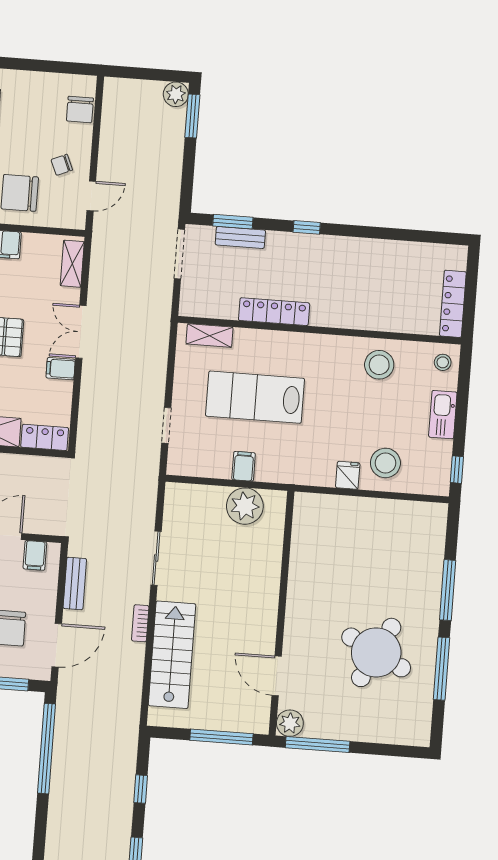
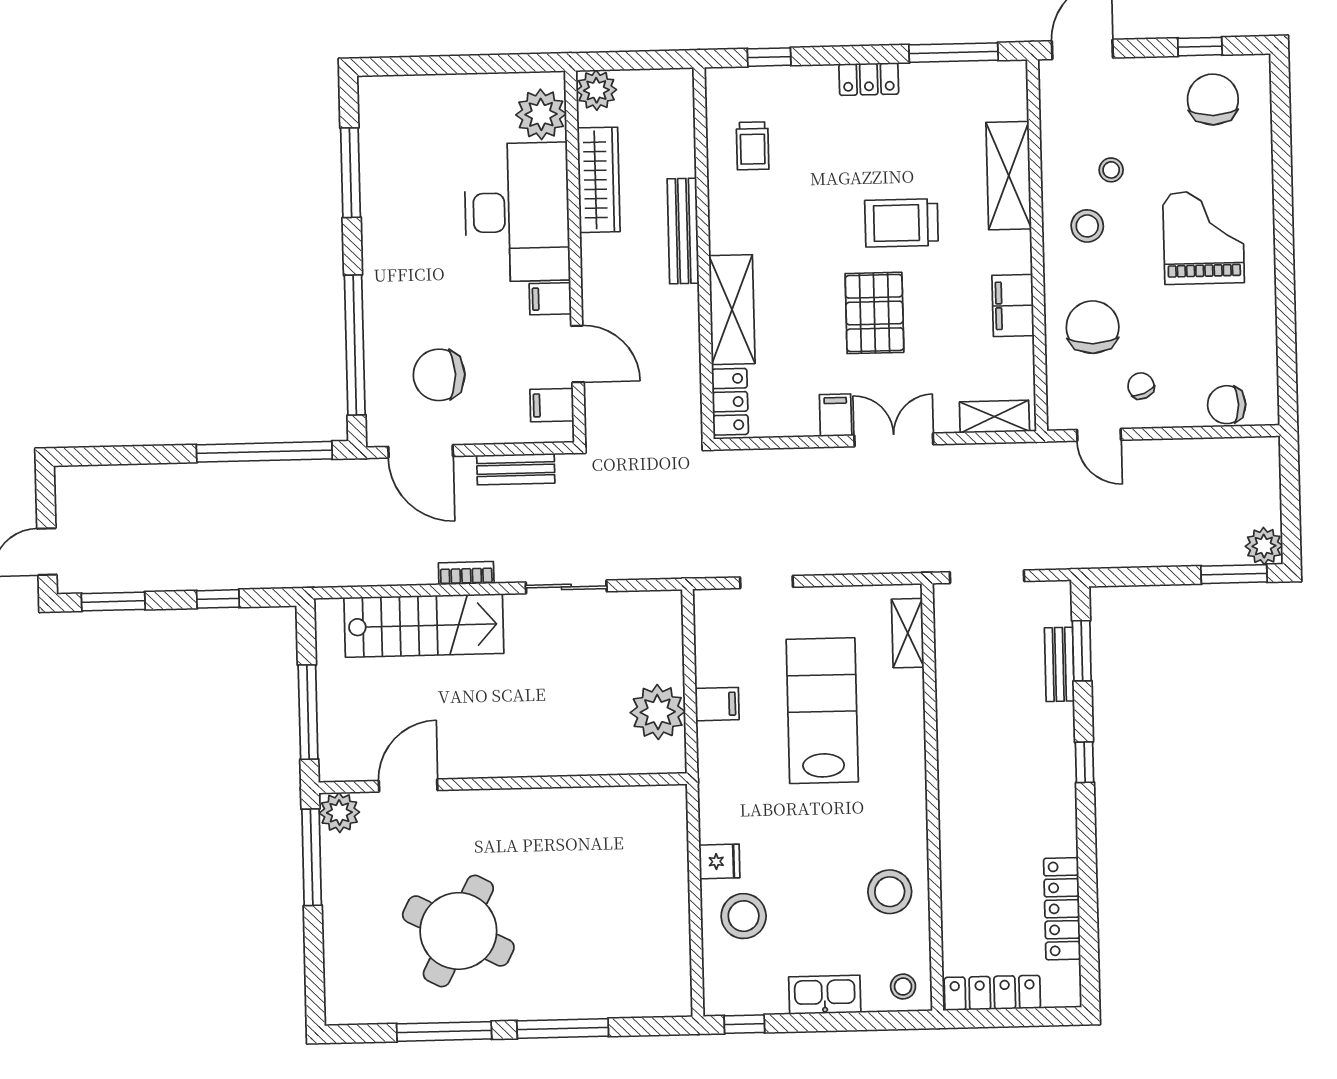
doorway: (179, 254) -> (987, 577), moved
locker: (274, 312) -> (1062, 909), moved, turned 180

